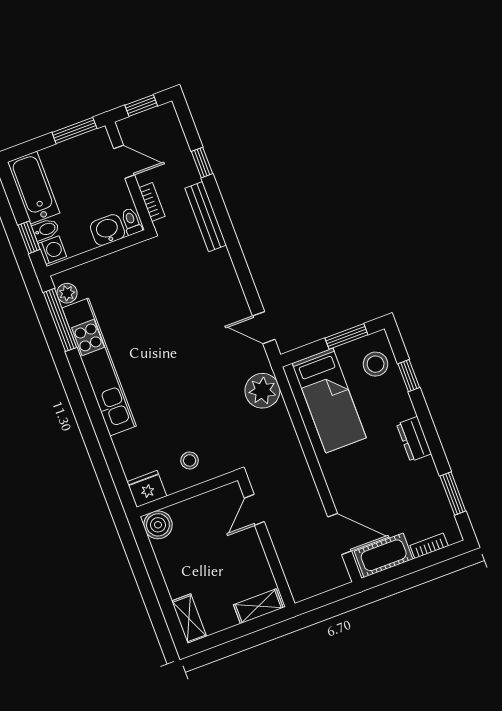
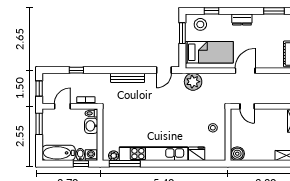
bench: (206, 217) -> (128, 78), moved
fridge: (147, 489) -> (197, 154), moved, turned 90
door: (340, 534) -> (245, 71), moved

